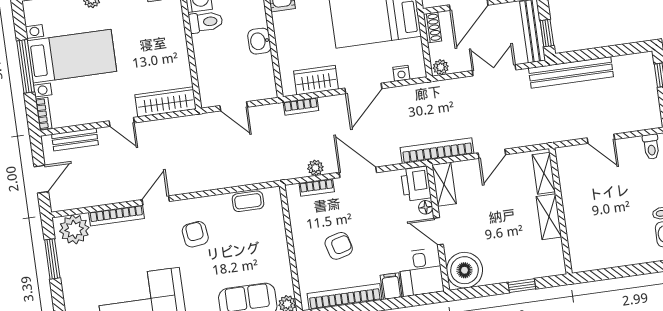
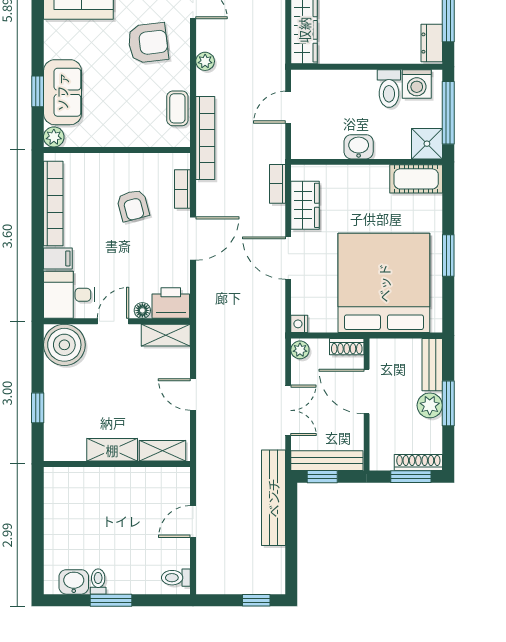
nightstand: (401, 73) -> (299, 324), moved
bookcase: (437, 151) -> (205, 138), moved
plant: (315, 168) -> (205, 61), moved
armchair: (195, 234) -> (148, 43), width x1.38, depth x1.38
armchair: (339, 246) -> (133, 205), moved

